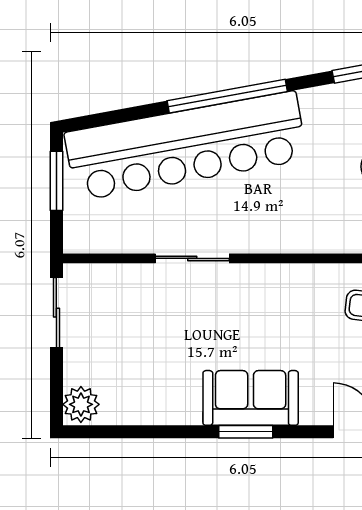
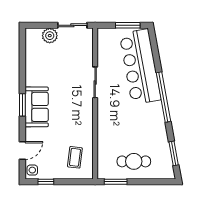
bar counter: (186, 146) -> (140, 67), width x0.73
plant: (81, 404) -> (50, 36), moved

